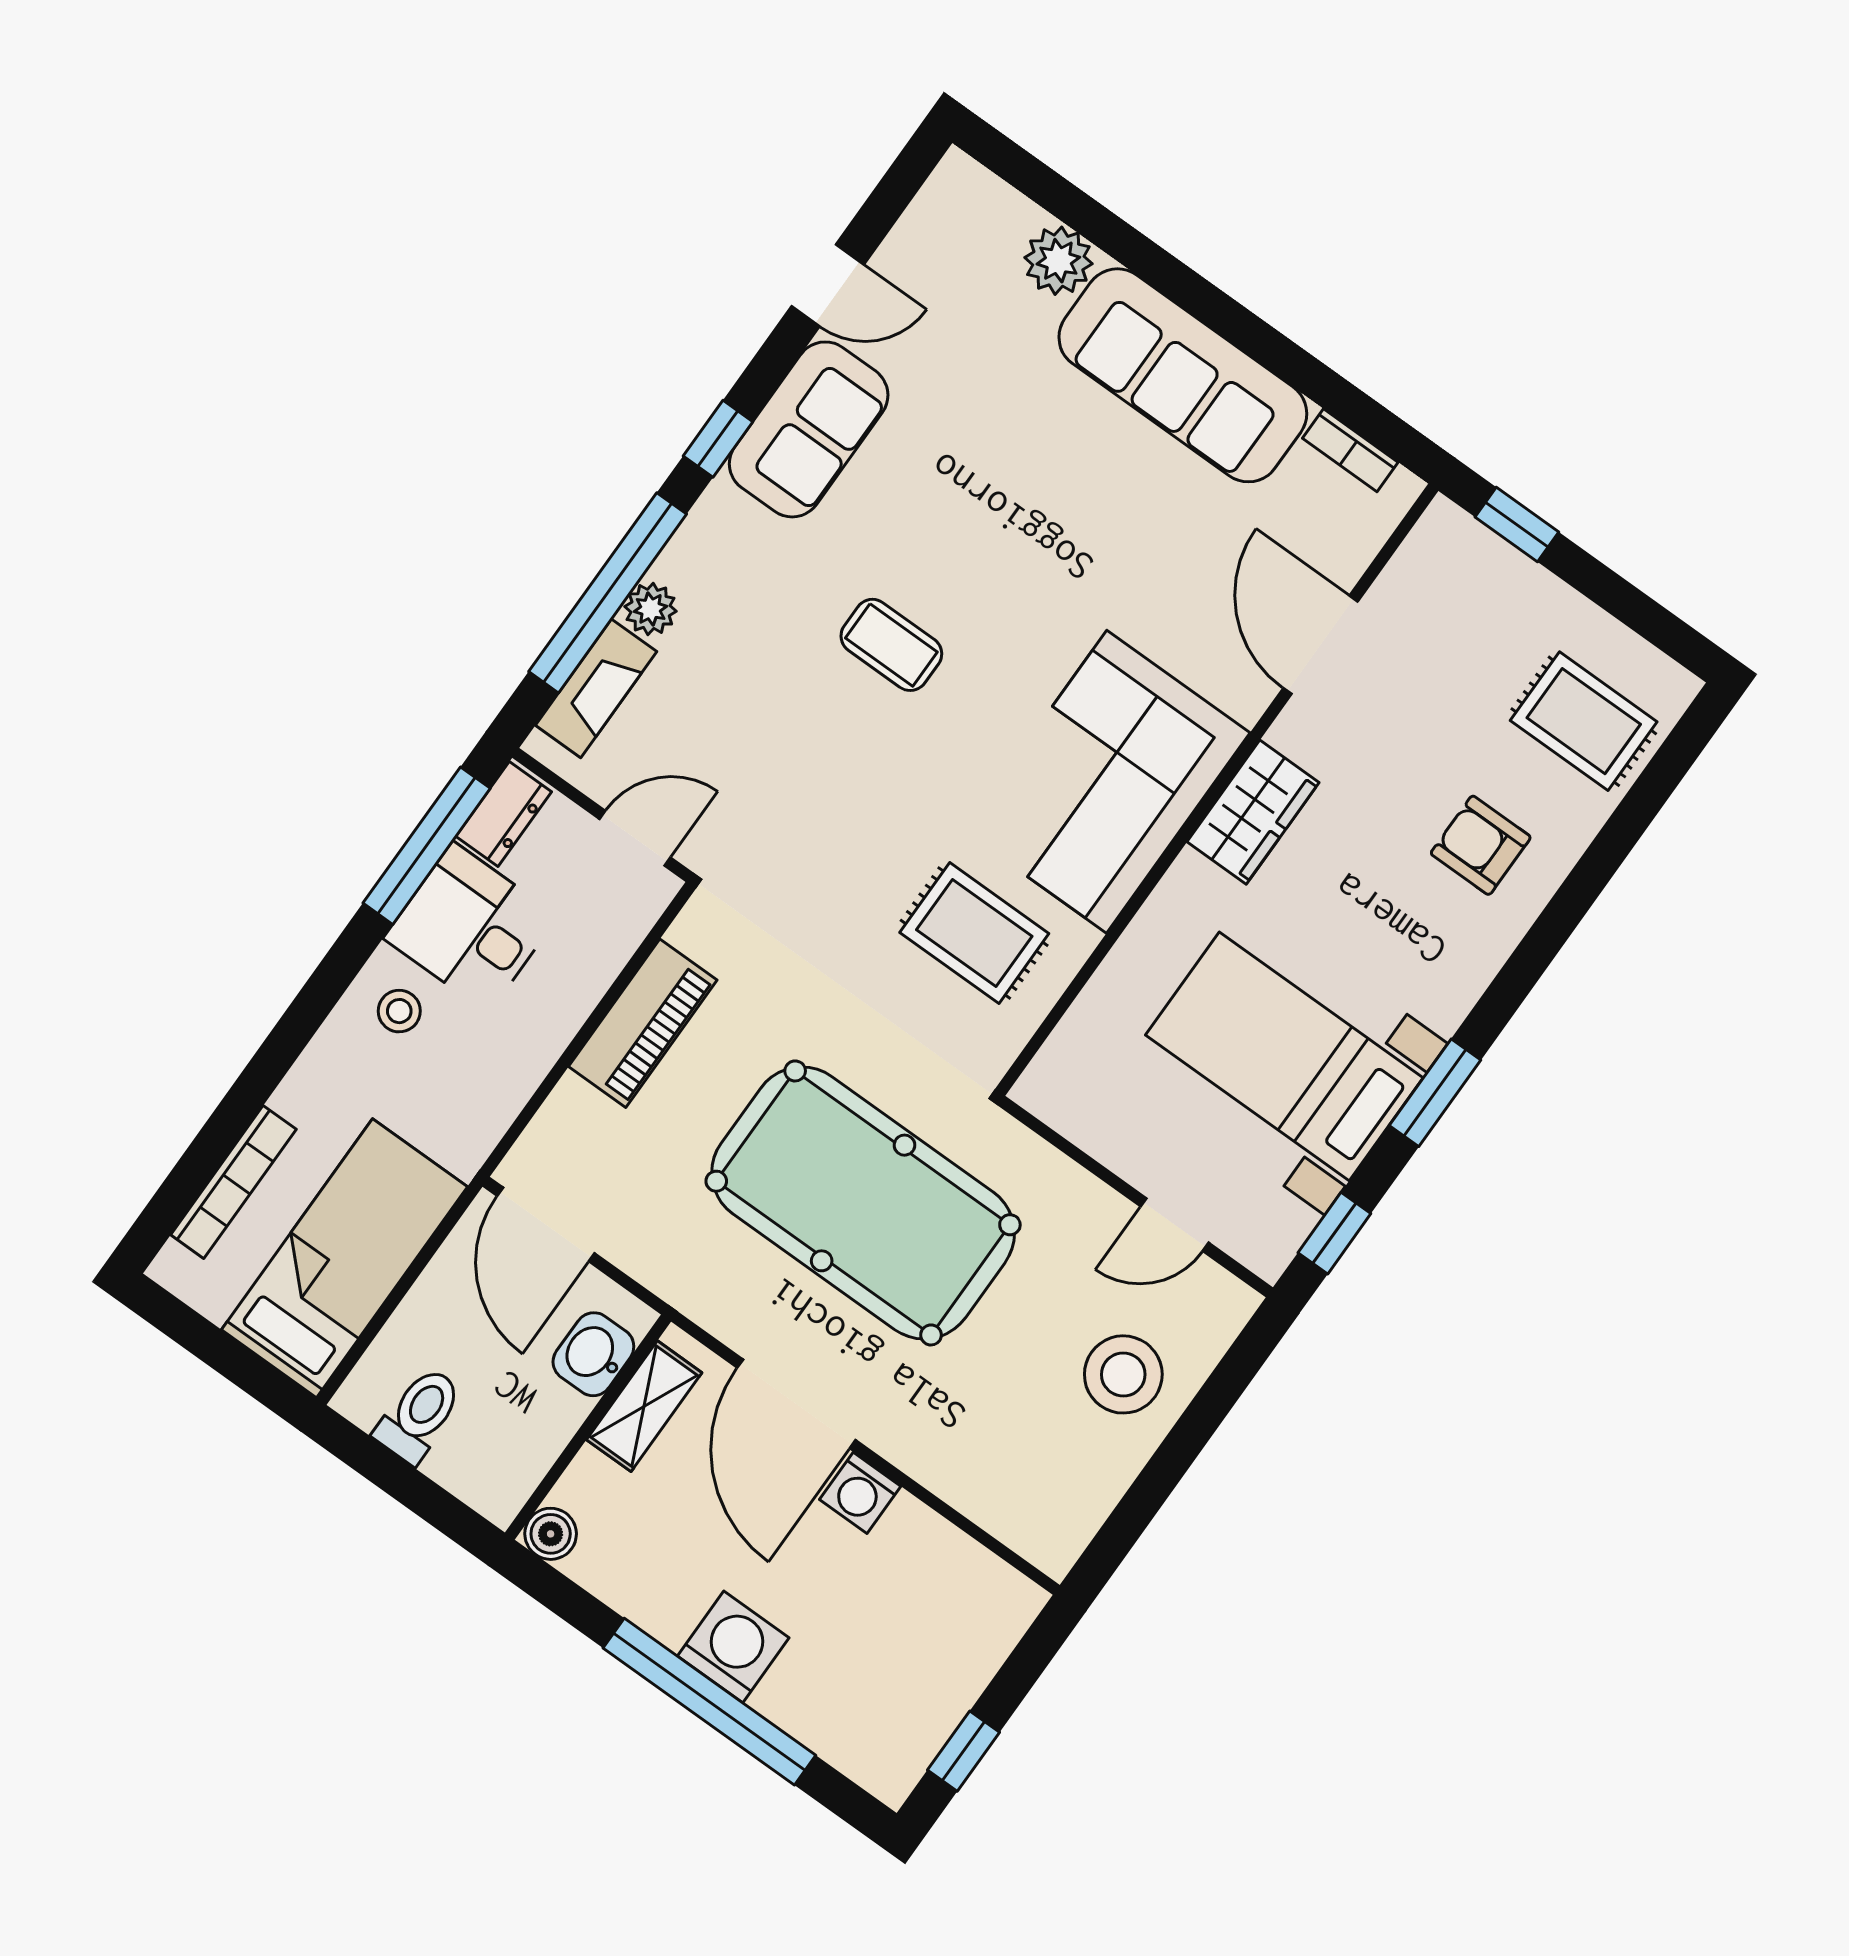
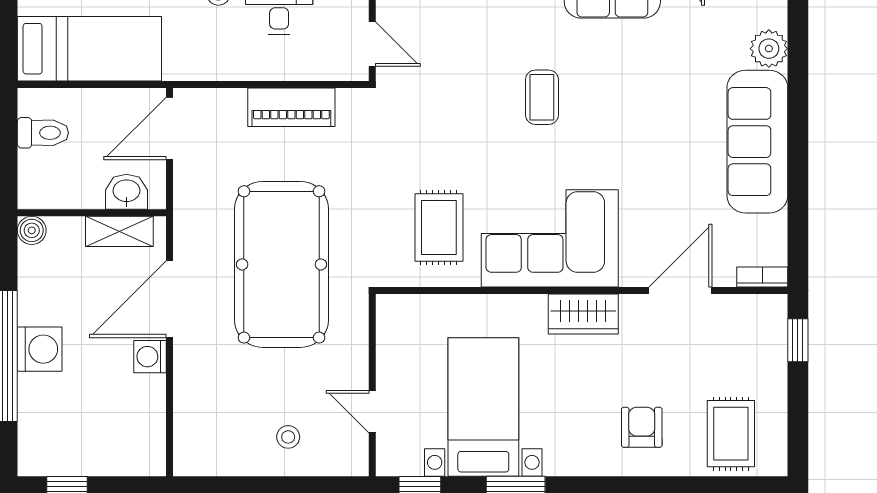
bookcase: (1350, 450) -> (762, 277), moved, turned 90
stool: (1123, 1374) -> (288, 437), width x0.53, depth x0.53

